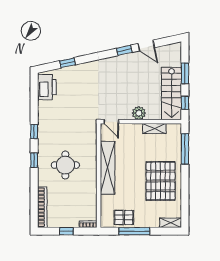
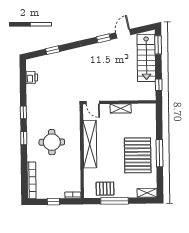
door: (146, 46) -> (123, 34), swing flipped
window: (185, 73) -> (158, 45), moved
printer: (47, 87) -> (32, 78), width x0.53, depth x0.68
stairs: (172, 93) -> (146, 58), moved
plant: (139, 113) -> (117, 95), removed
shelving: (154, 129) -> (121, 108), moved
window: (185, 149) -> (160, 153), moved

